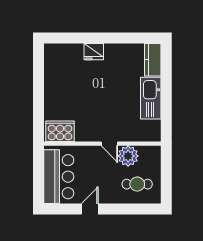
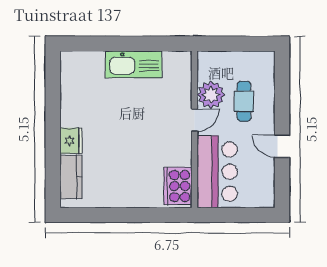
kitchen counter: (153, 60) -> (71, 177), moved, turned -90
bar counter: (59, 177) -> (217, 172), moved, turned 90
cafe table: (137, 184) -> (244, 101), moved

